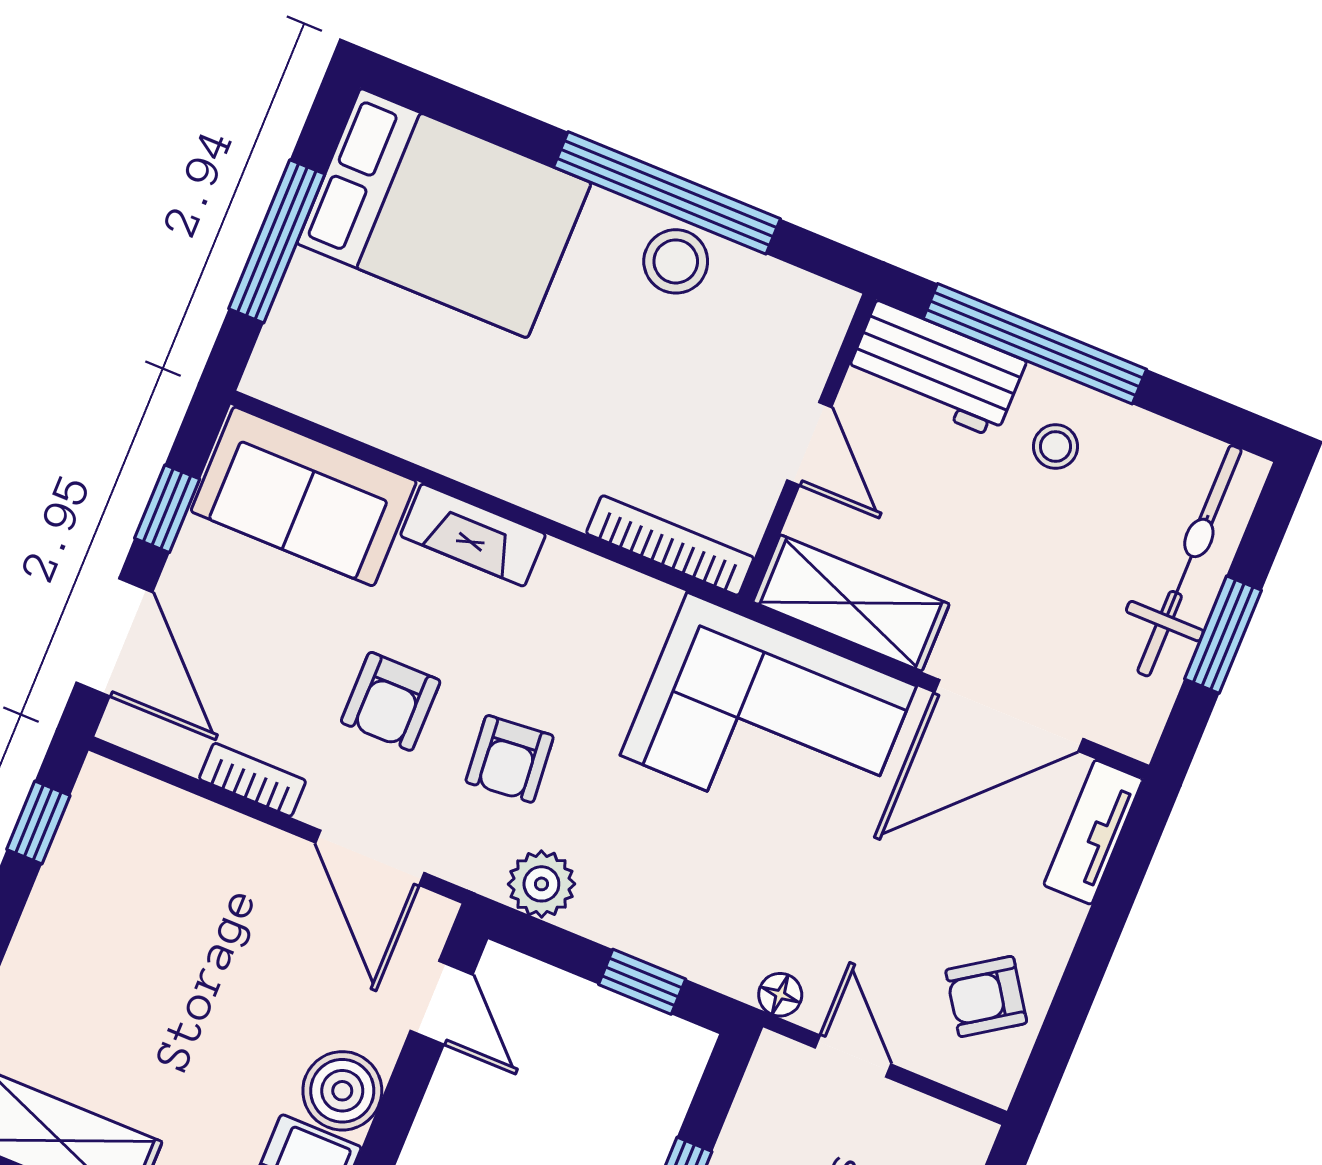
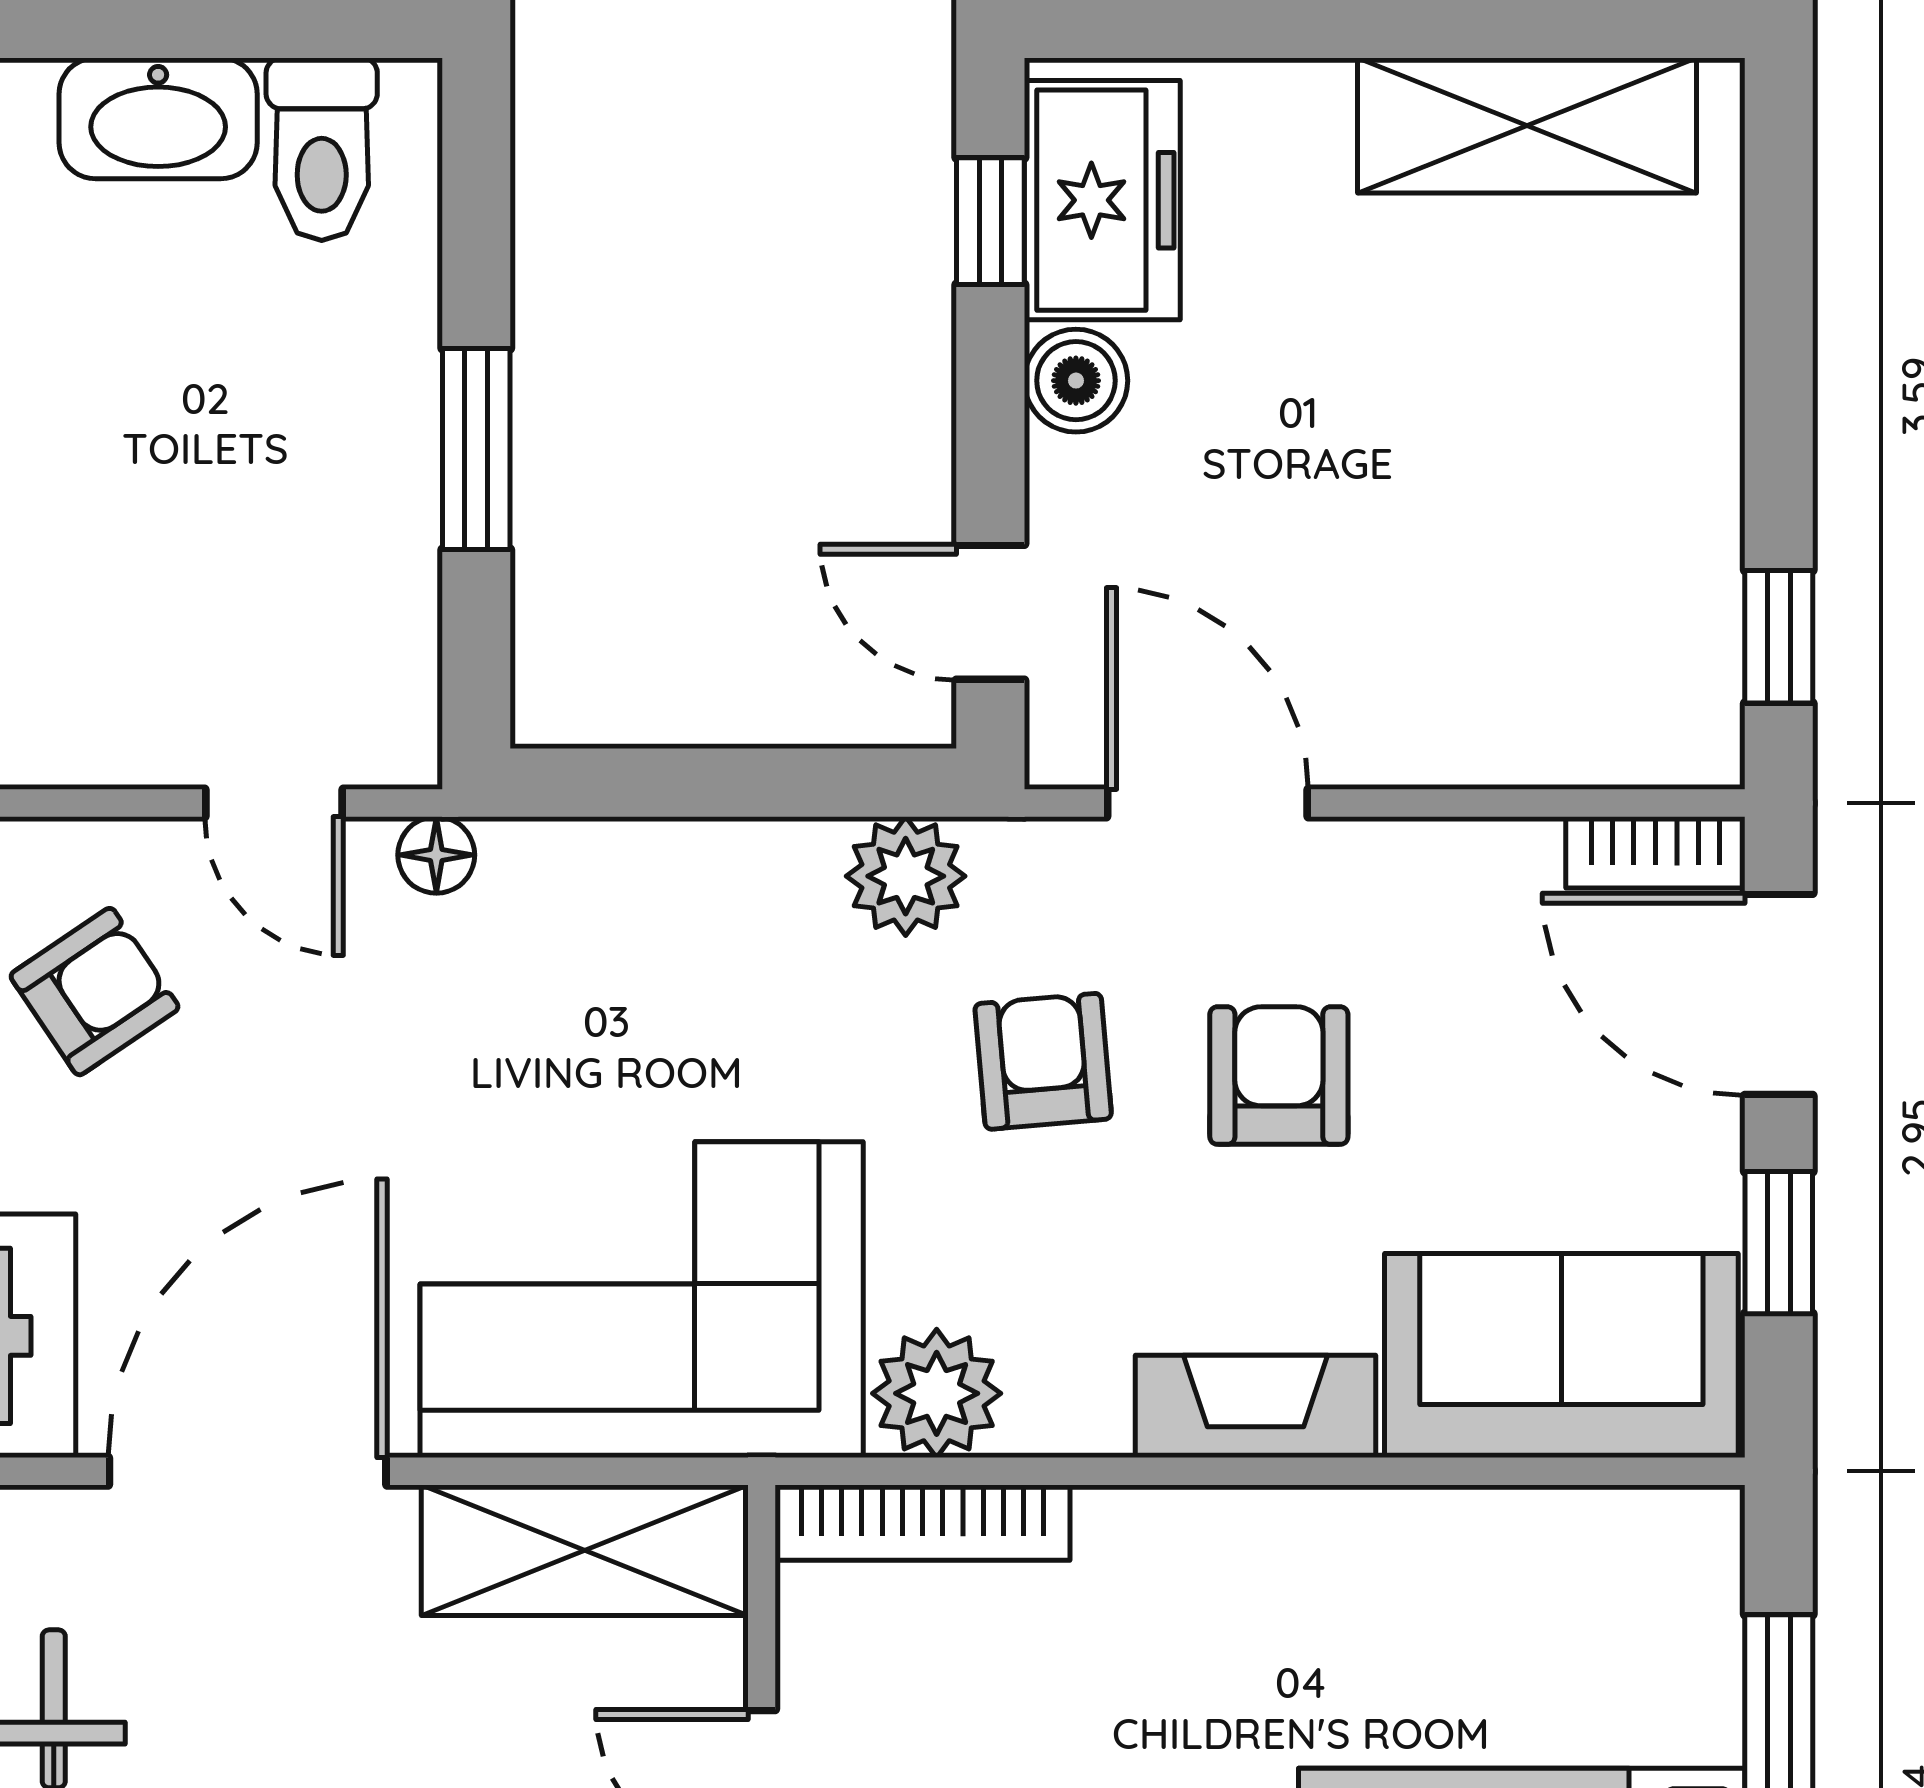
plant: (635, 609) -> (937, 1393), added
bookcase: (252, 780) -> (1655, 852), moved
window: (642, 982) -> (673, 783), removed
boiler: (342, 1091) -> (1076, 381), width x0.73, depth x0.73

